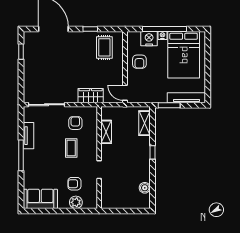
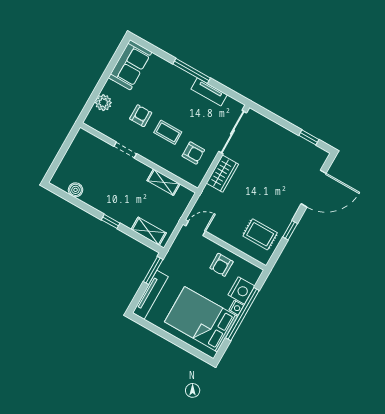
armchair: (139, 62) -> (221, 265), turned -90
wardrobe: (91, 96) -> (222, 174), moved
armchair: (74, 184) -> (141, 116), moved

